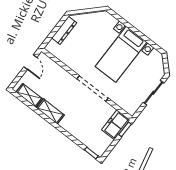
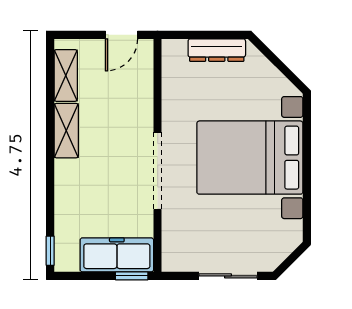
bed with nightstands: (121, 54) -> (250, 158), width x1.36
freezer: (116, 125) -> (117, 255), width x1.40

